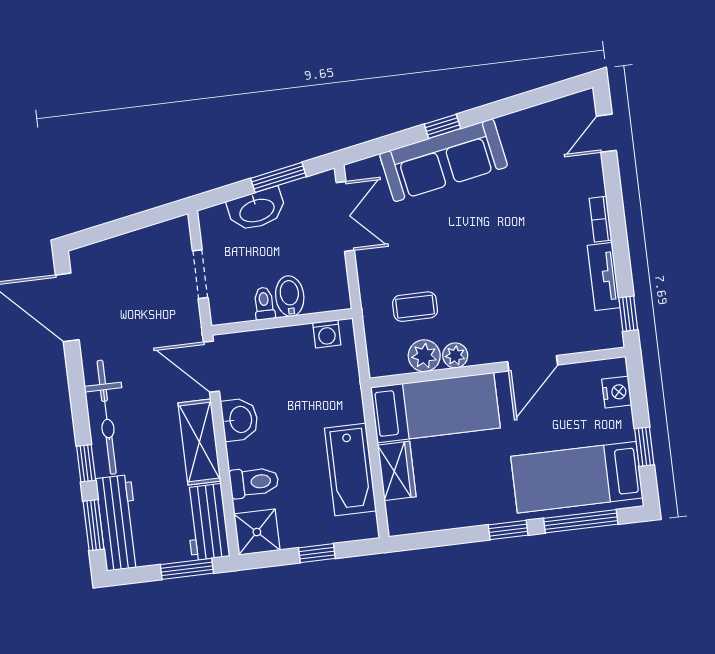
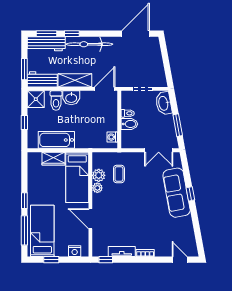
washbasin: (257, 210) -> (164, 103), moved
washbasin: (240, 420) -> (71, 98), moved

